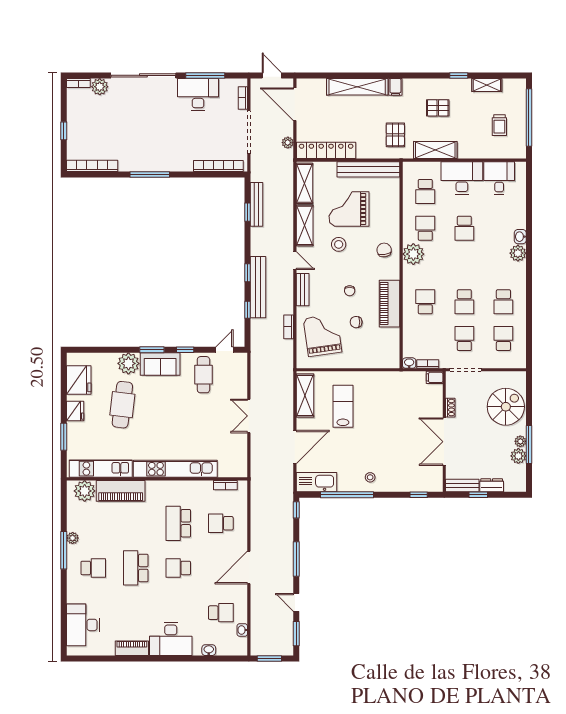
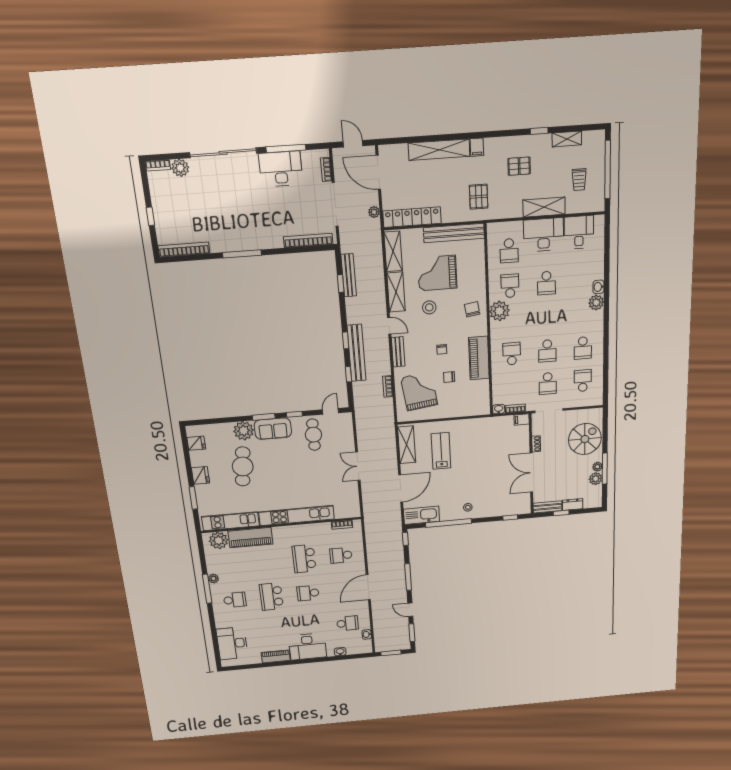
shelving: (435, 150) -> (544, 207), moved
school desk: (464, 338) -> (548, 384), turned 180
fridge: (79, 380) -> (196, 443), width x0.53, depth x0.75

